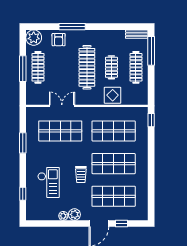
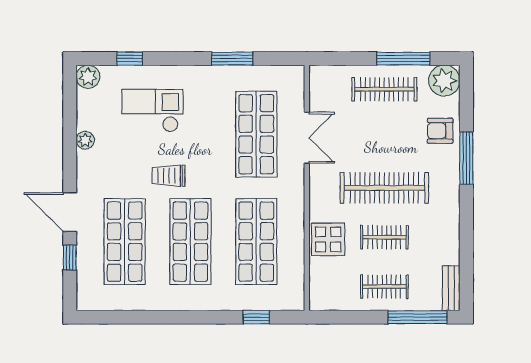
clothes rail: (136, 67) -> (384, 287), width x0.73
window: (23, 69) -> (403, 59), moved
window: (151, 120) -> (256, 317), moved
checkout: (49, 182) -> (153, 111), turned 180
plant: (74, 214) -> (88, 77), moved

